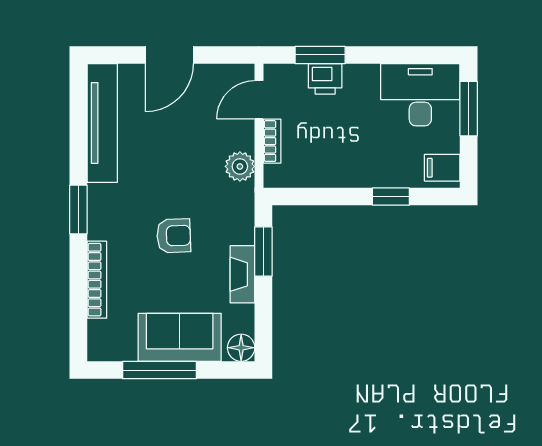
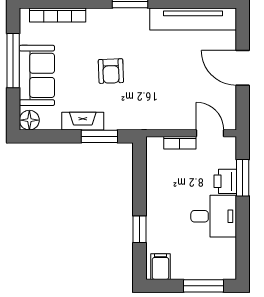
desk: (420, 95) -> (214, 216), moved, width x0.73
plant: (240, 166) -> (161, 119), removed
bookcase: (97, 280) -> (58, 15), moved

